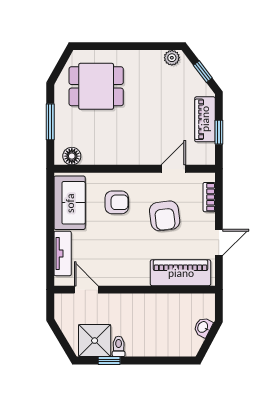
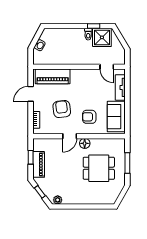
dining table: (96, 86) -> (99, 168), moved
floor lamp: (72, 156) -> (85, 143), moved
door: (173, 169) -> (70, 136), moved

